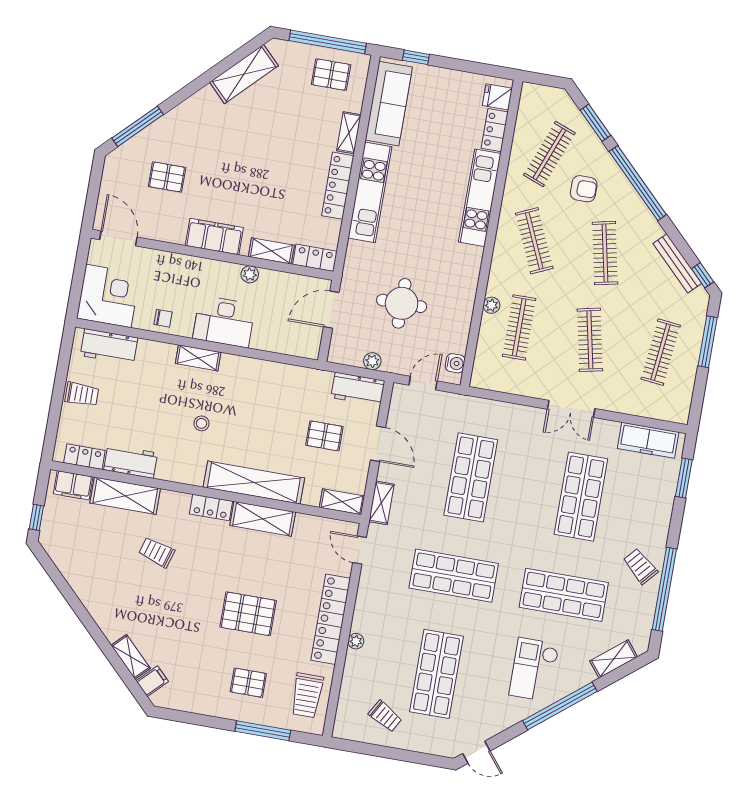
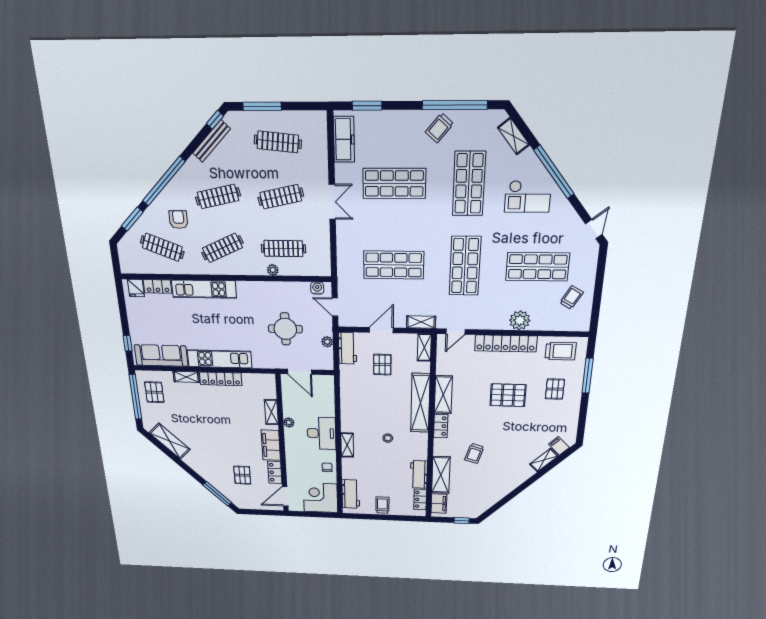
locker: (315, 258) -> (275, 472), moved
pallet: (248, 614) -> (508, 395), turned 90
plant: (356, 641) -> (520, 320), width x1.88, depth x1.88

